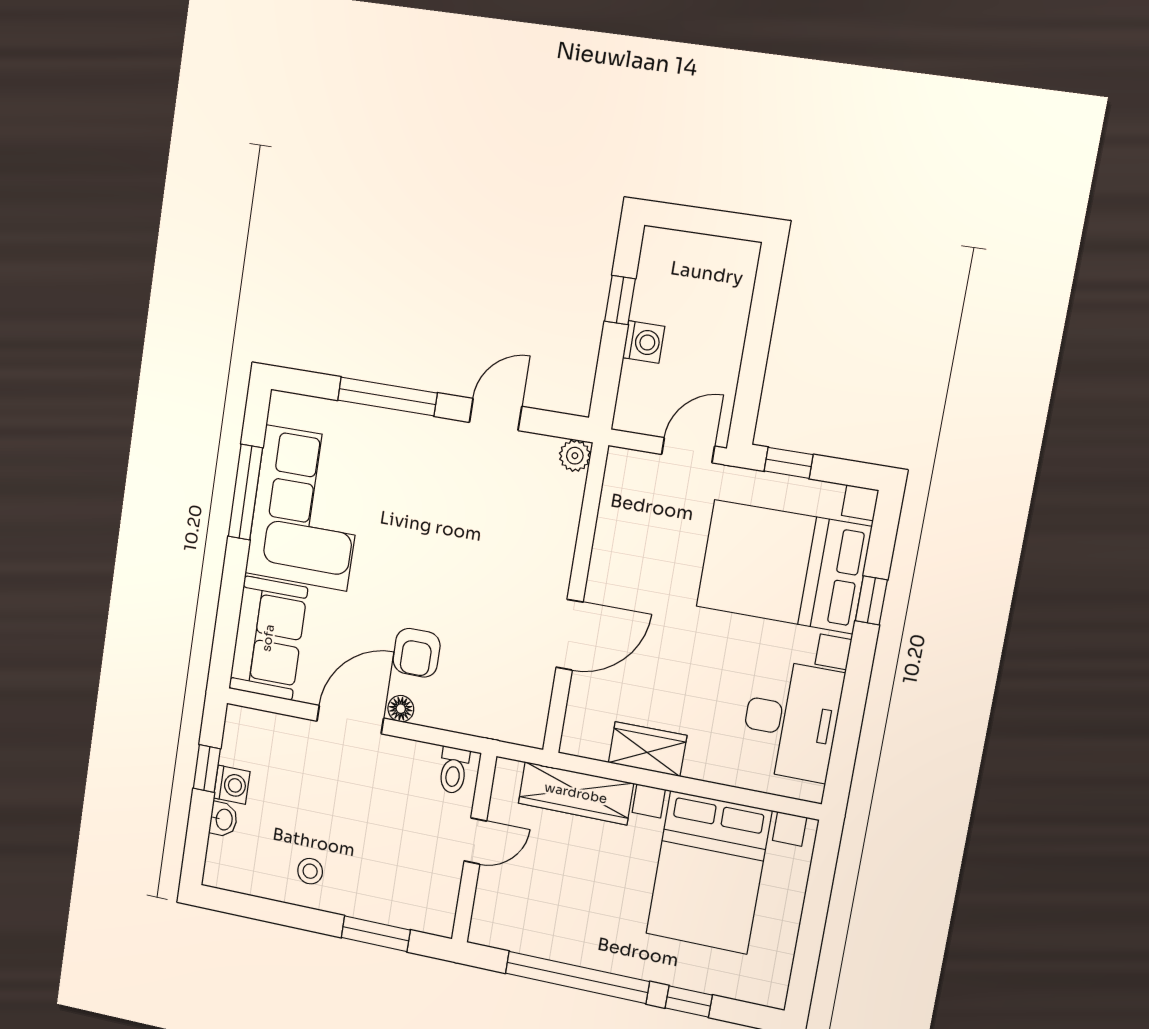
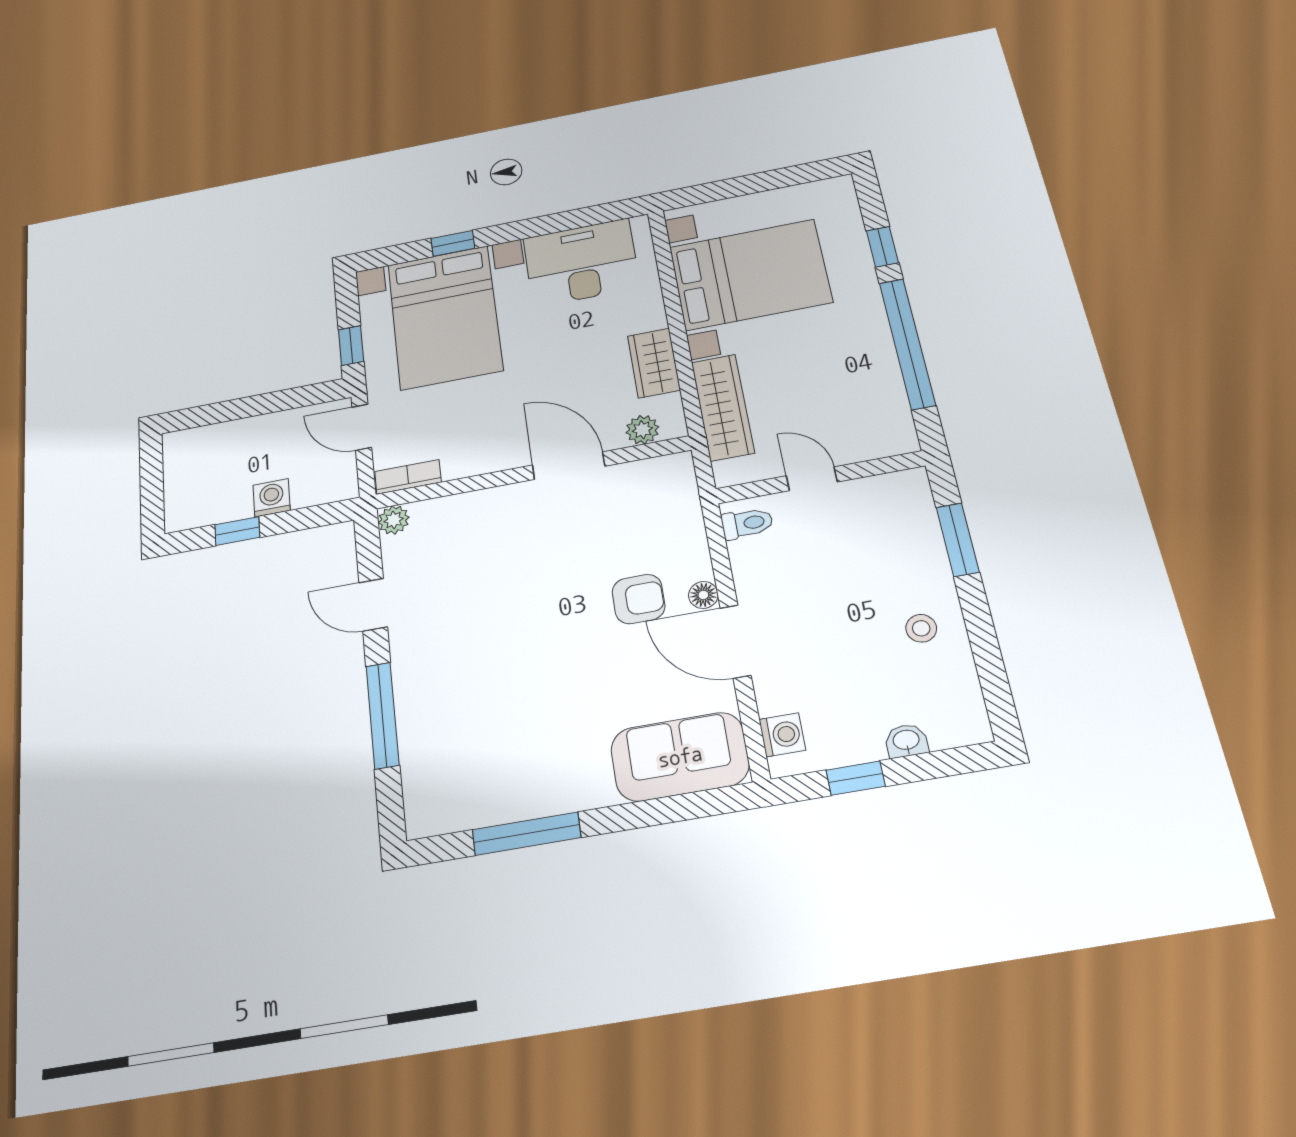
bookcase: (616, 481) -> (408, 477), added
corner sofa: (306, 508) -> (523, 761), removed
plant: (581, 714) -> (642, 430), added
washing machine: (232, 785) -> (782, 735), moved, turned 90

